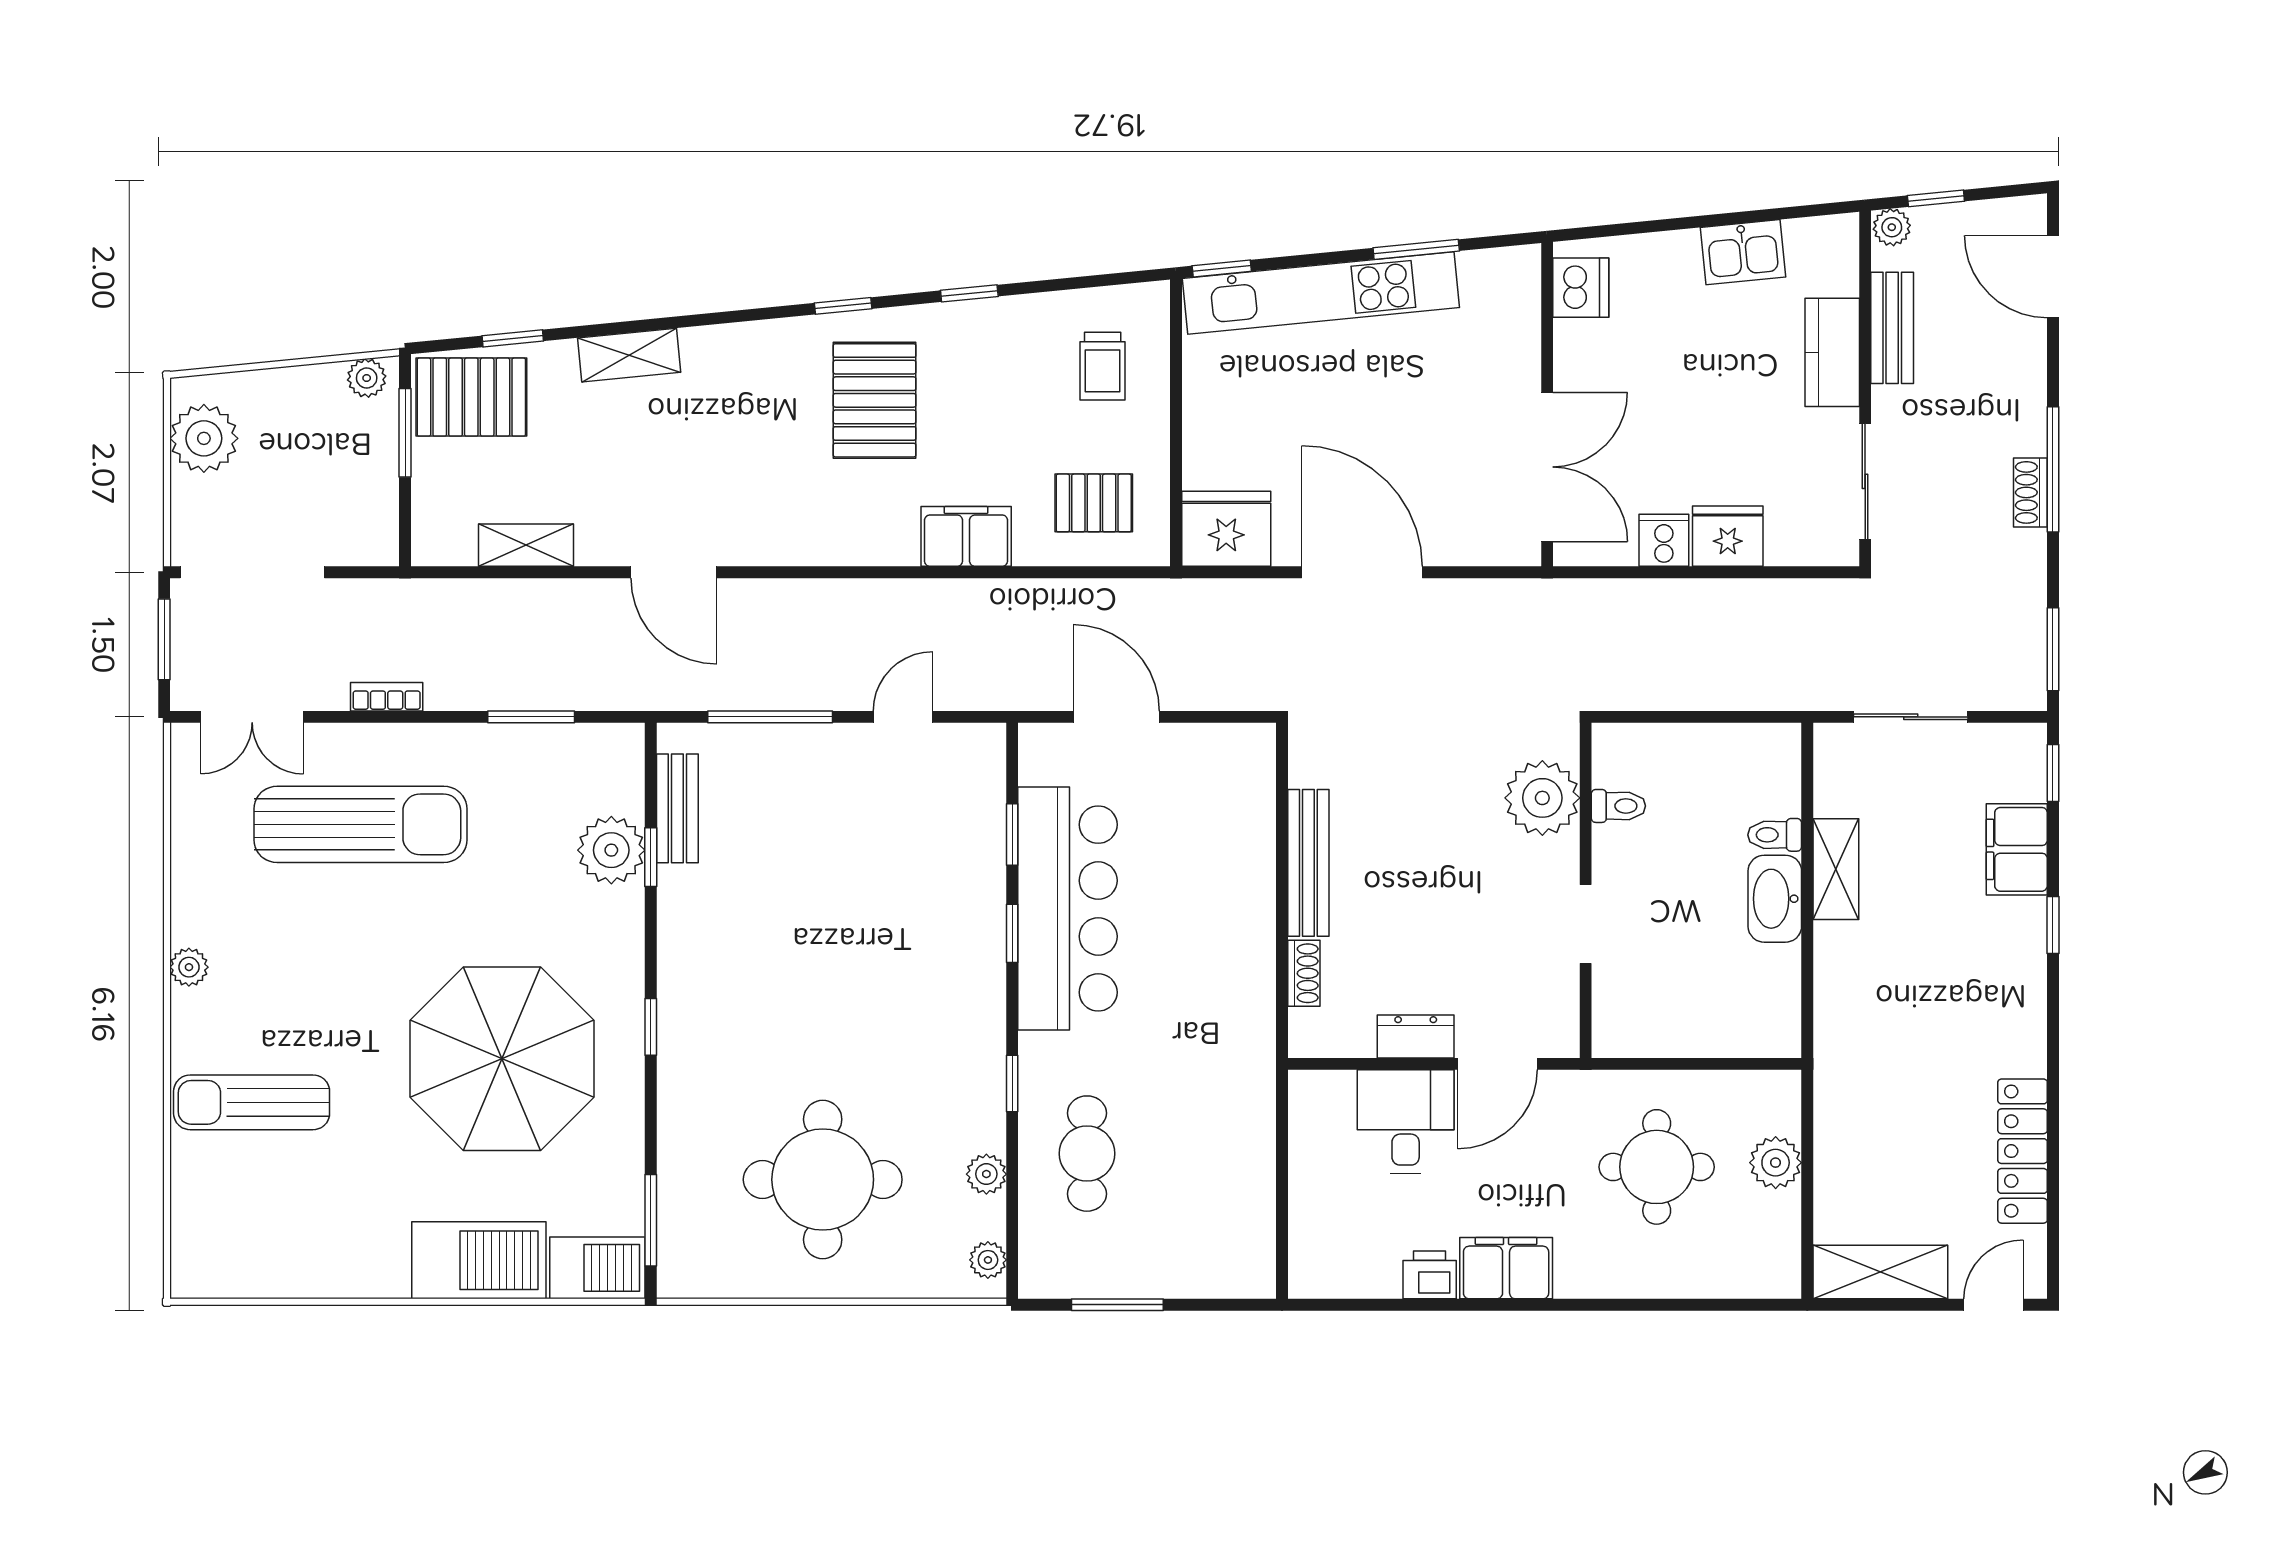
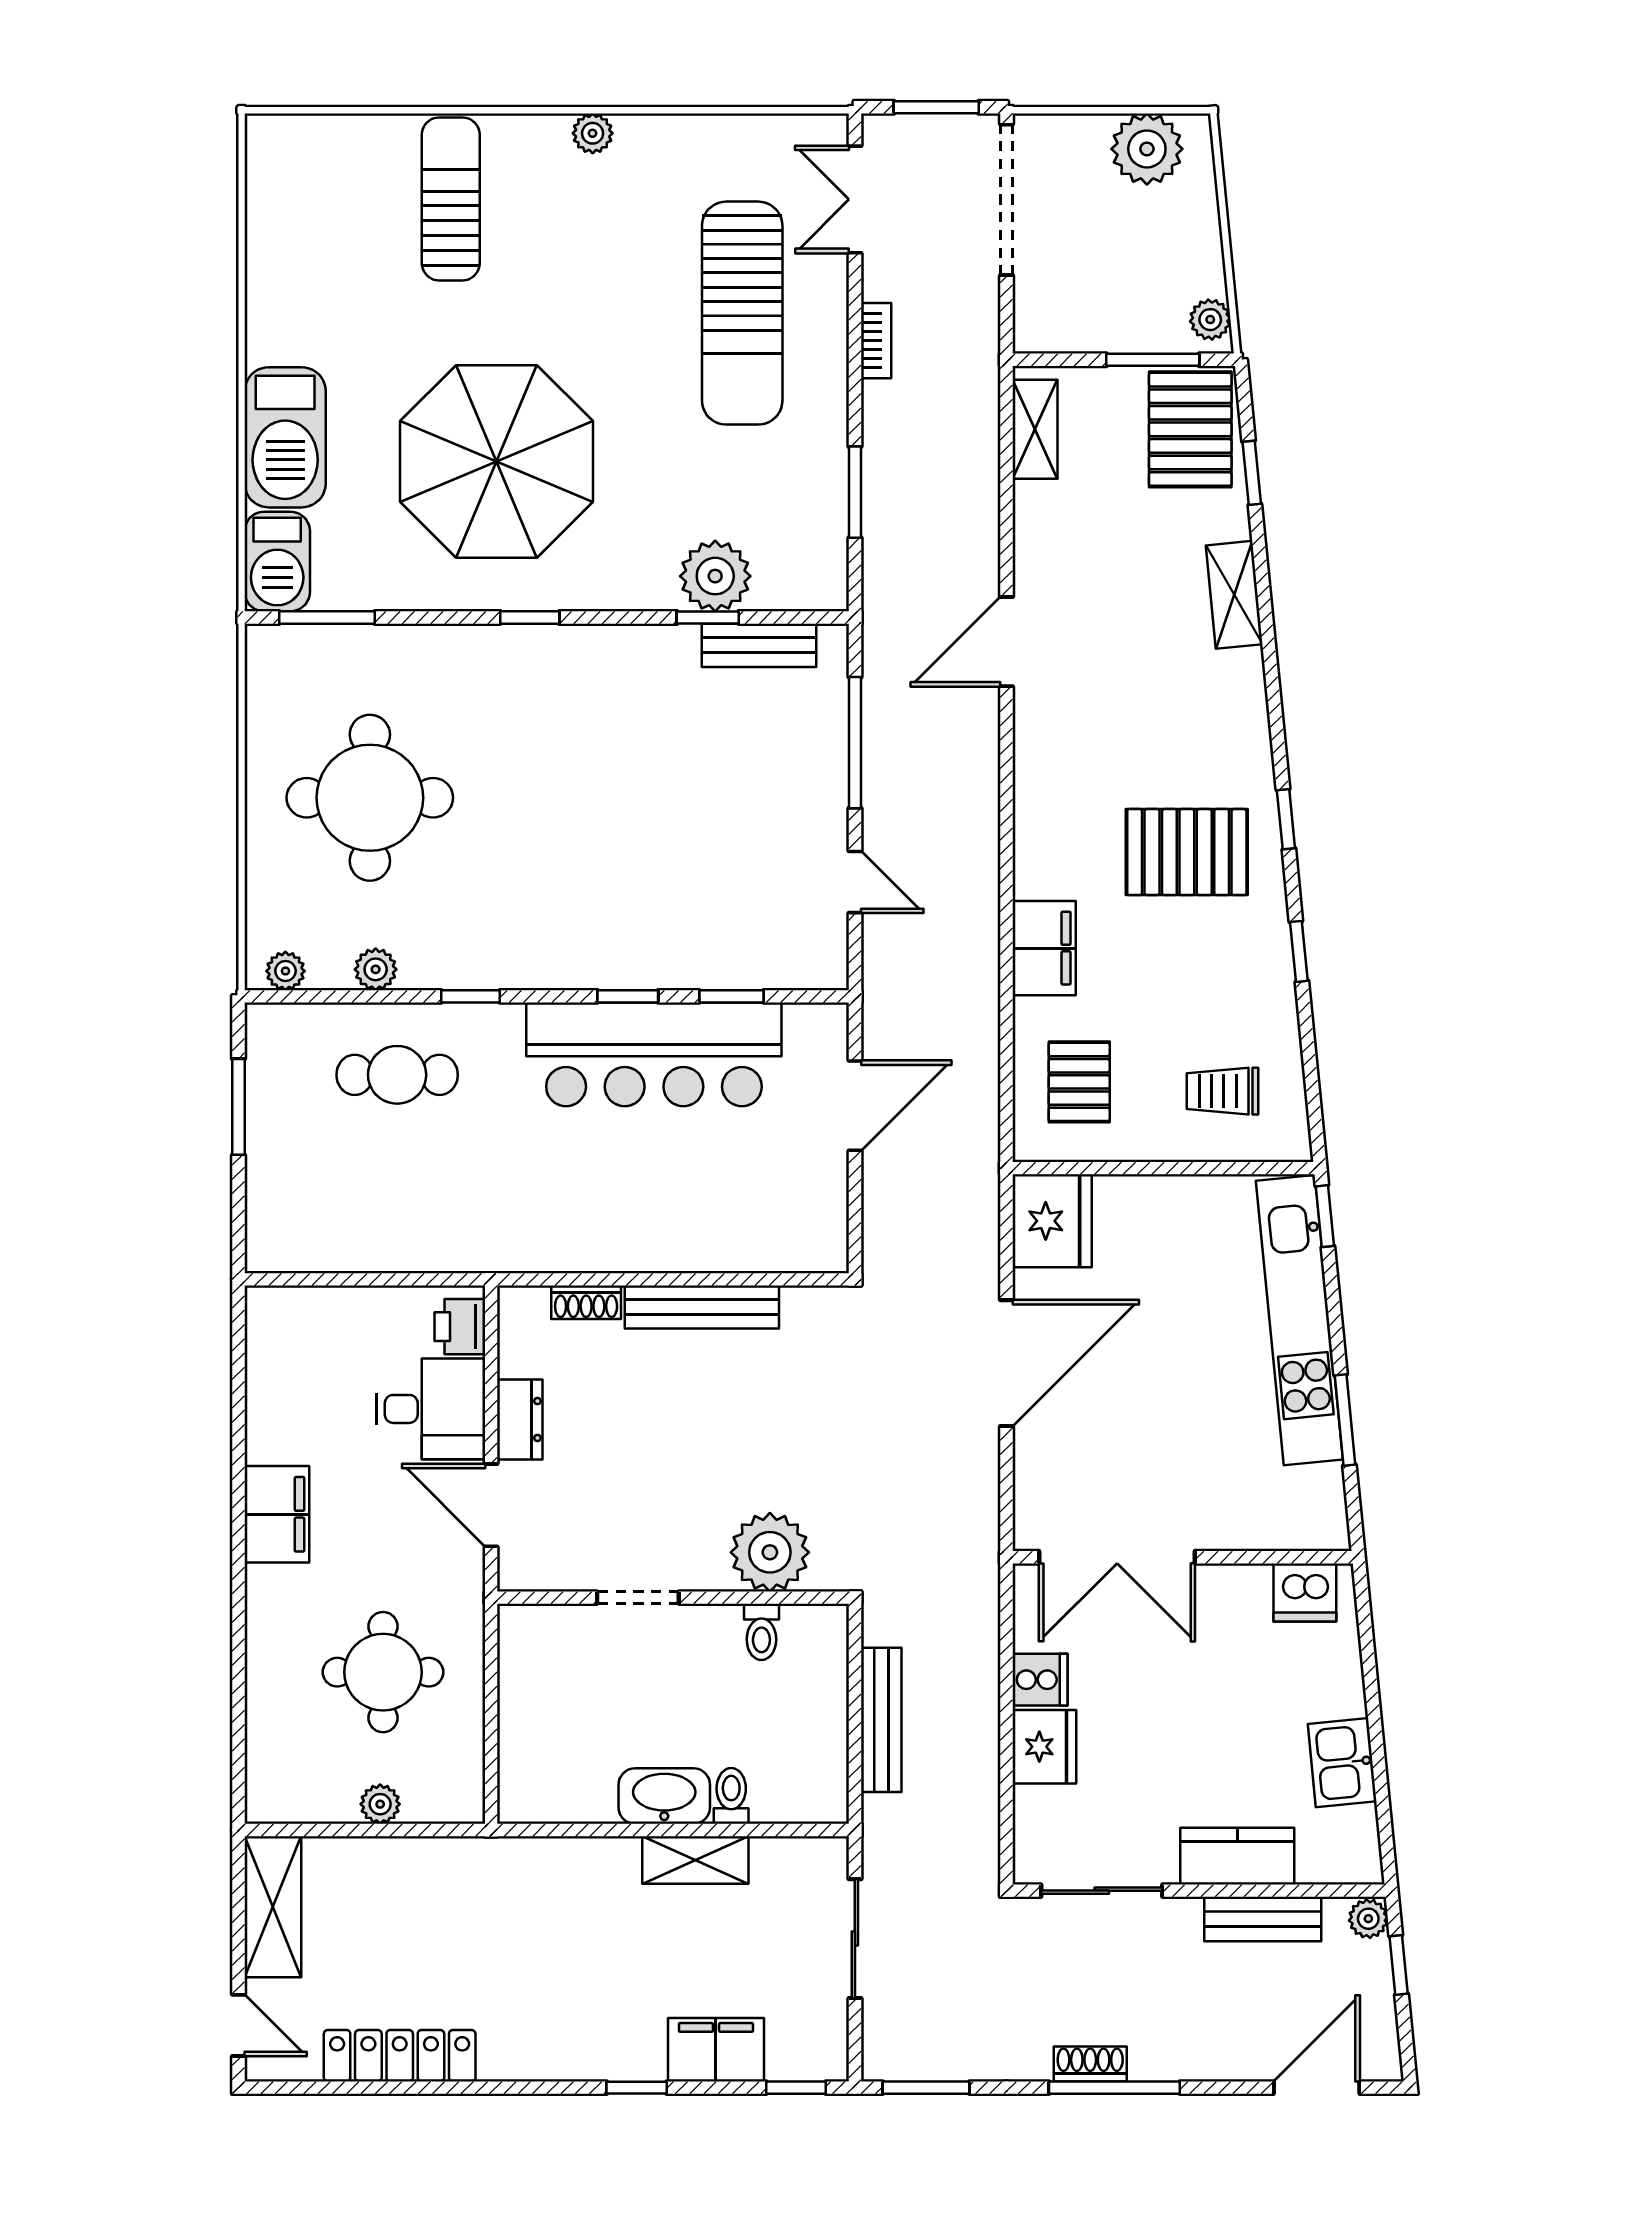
shelving: (526, 545) -> (1035, 429), moved
bench: (1702, 692) -> (881, 1720), added
plant: (1776, 1163) -> (380, 1804), width x0.73, depth x0.73
printer: (1430, 1275) -> (460, 1327), moved, turned 180

